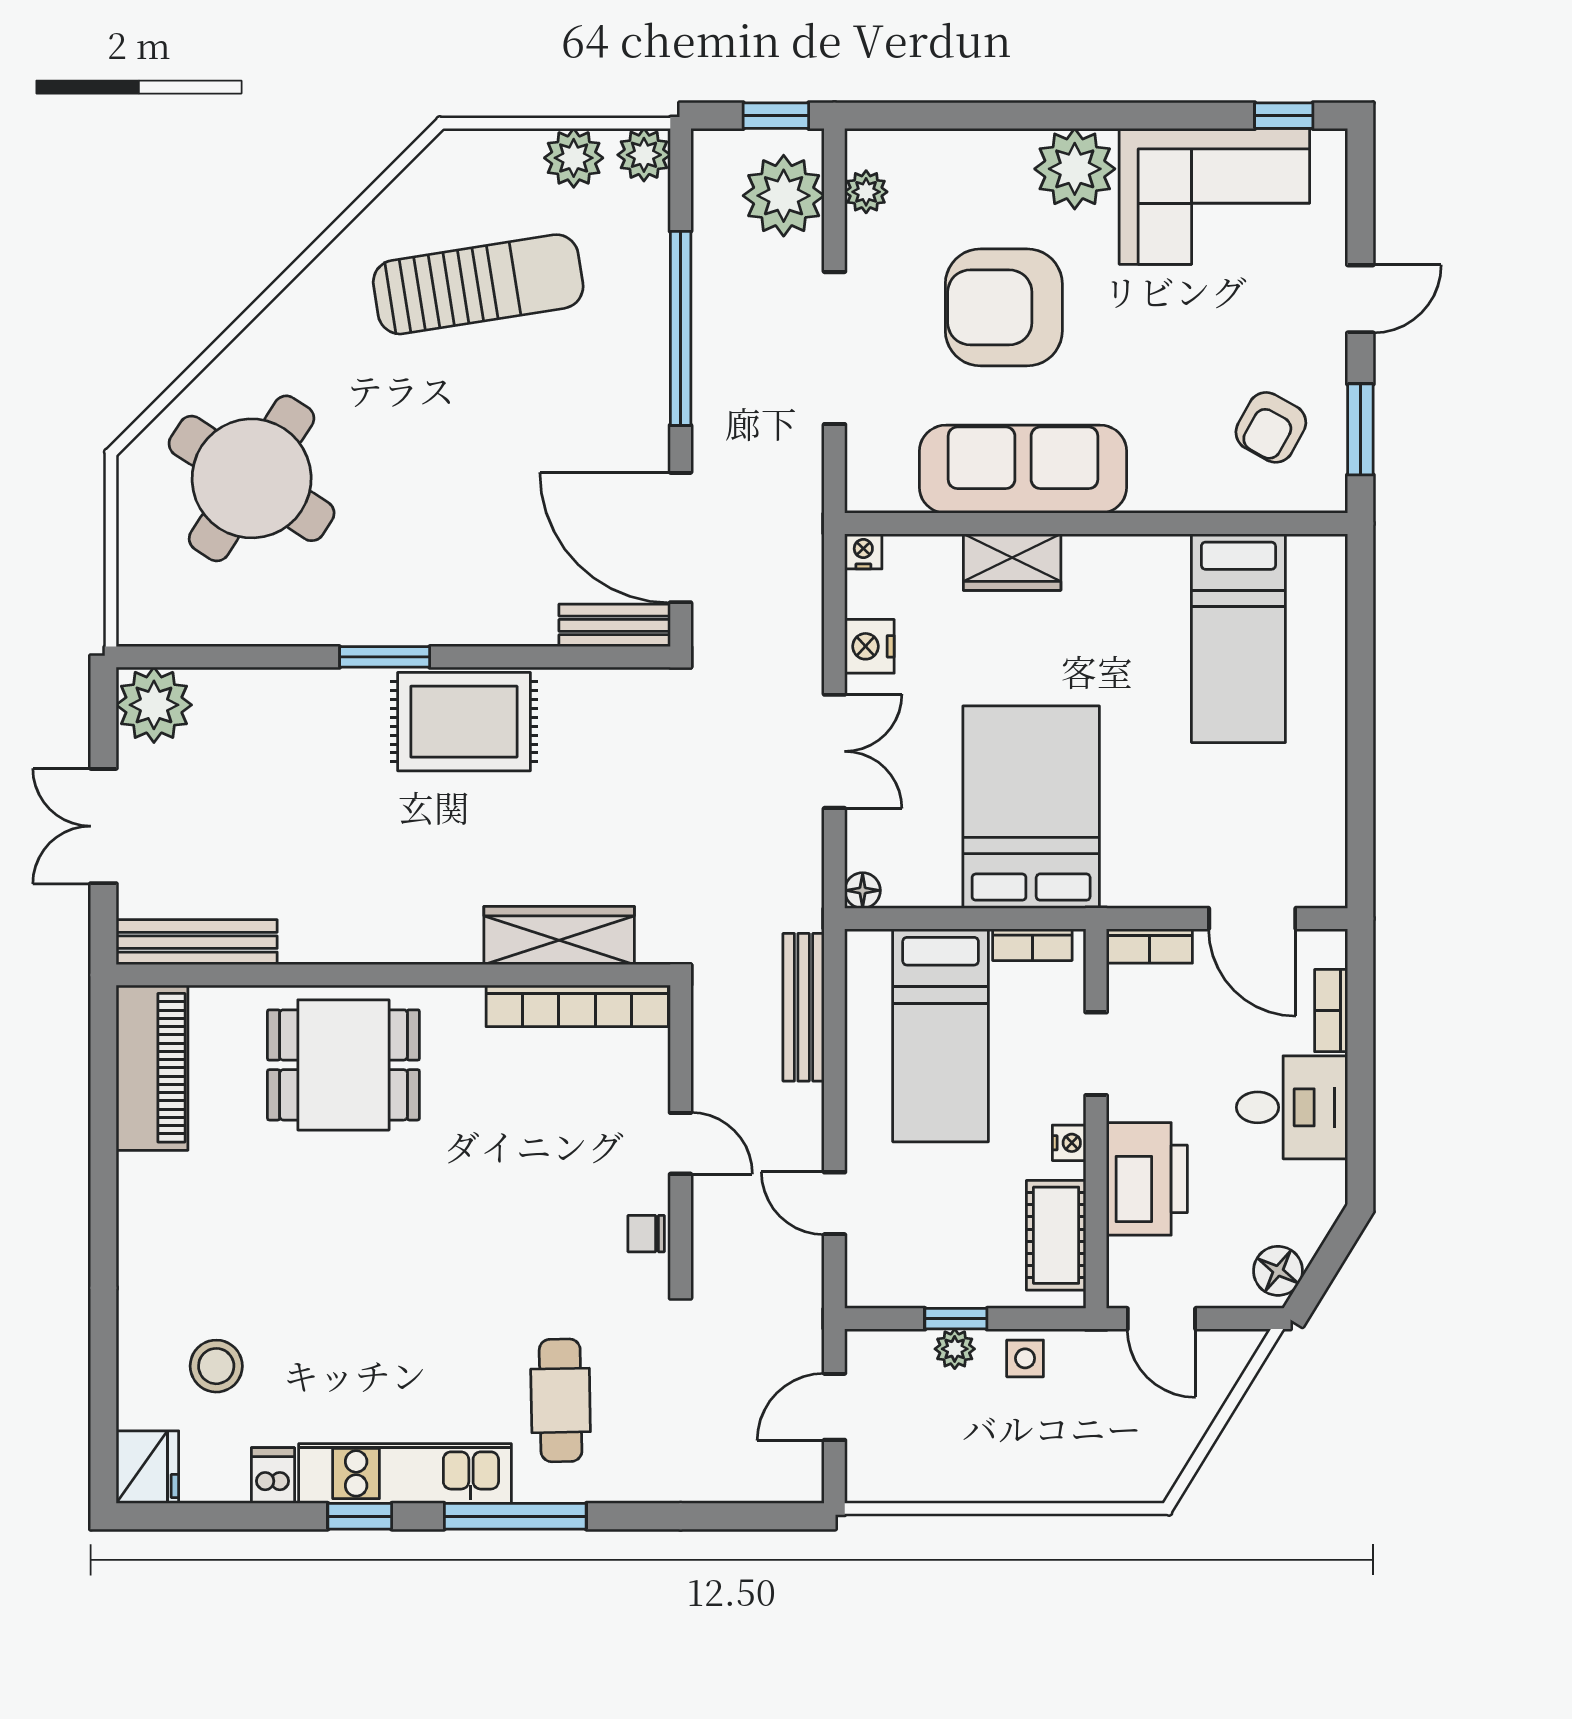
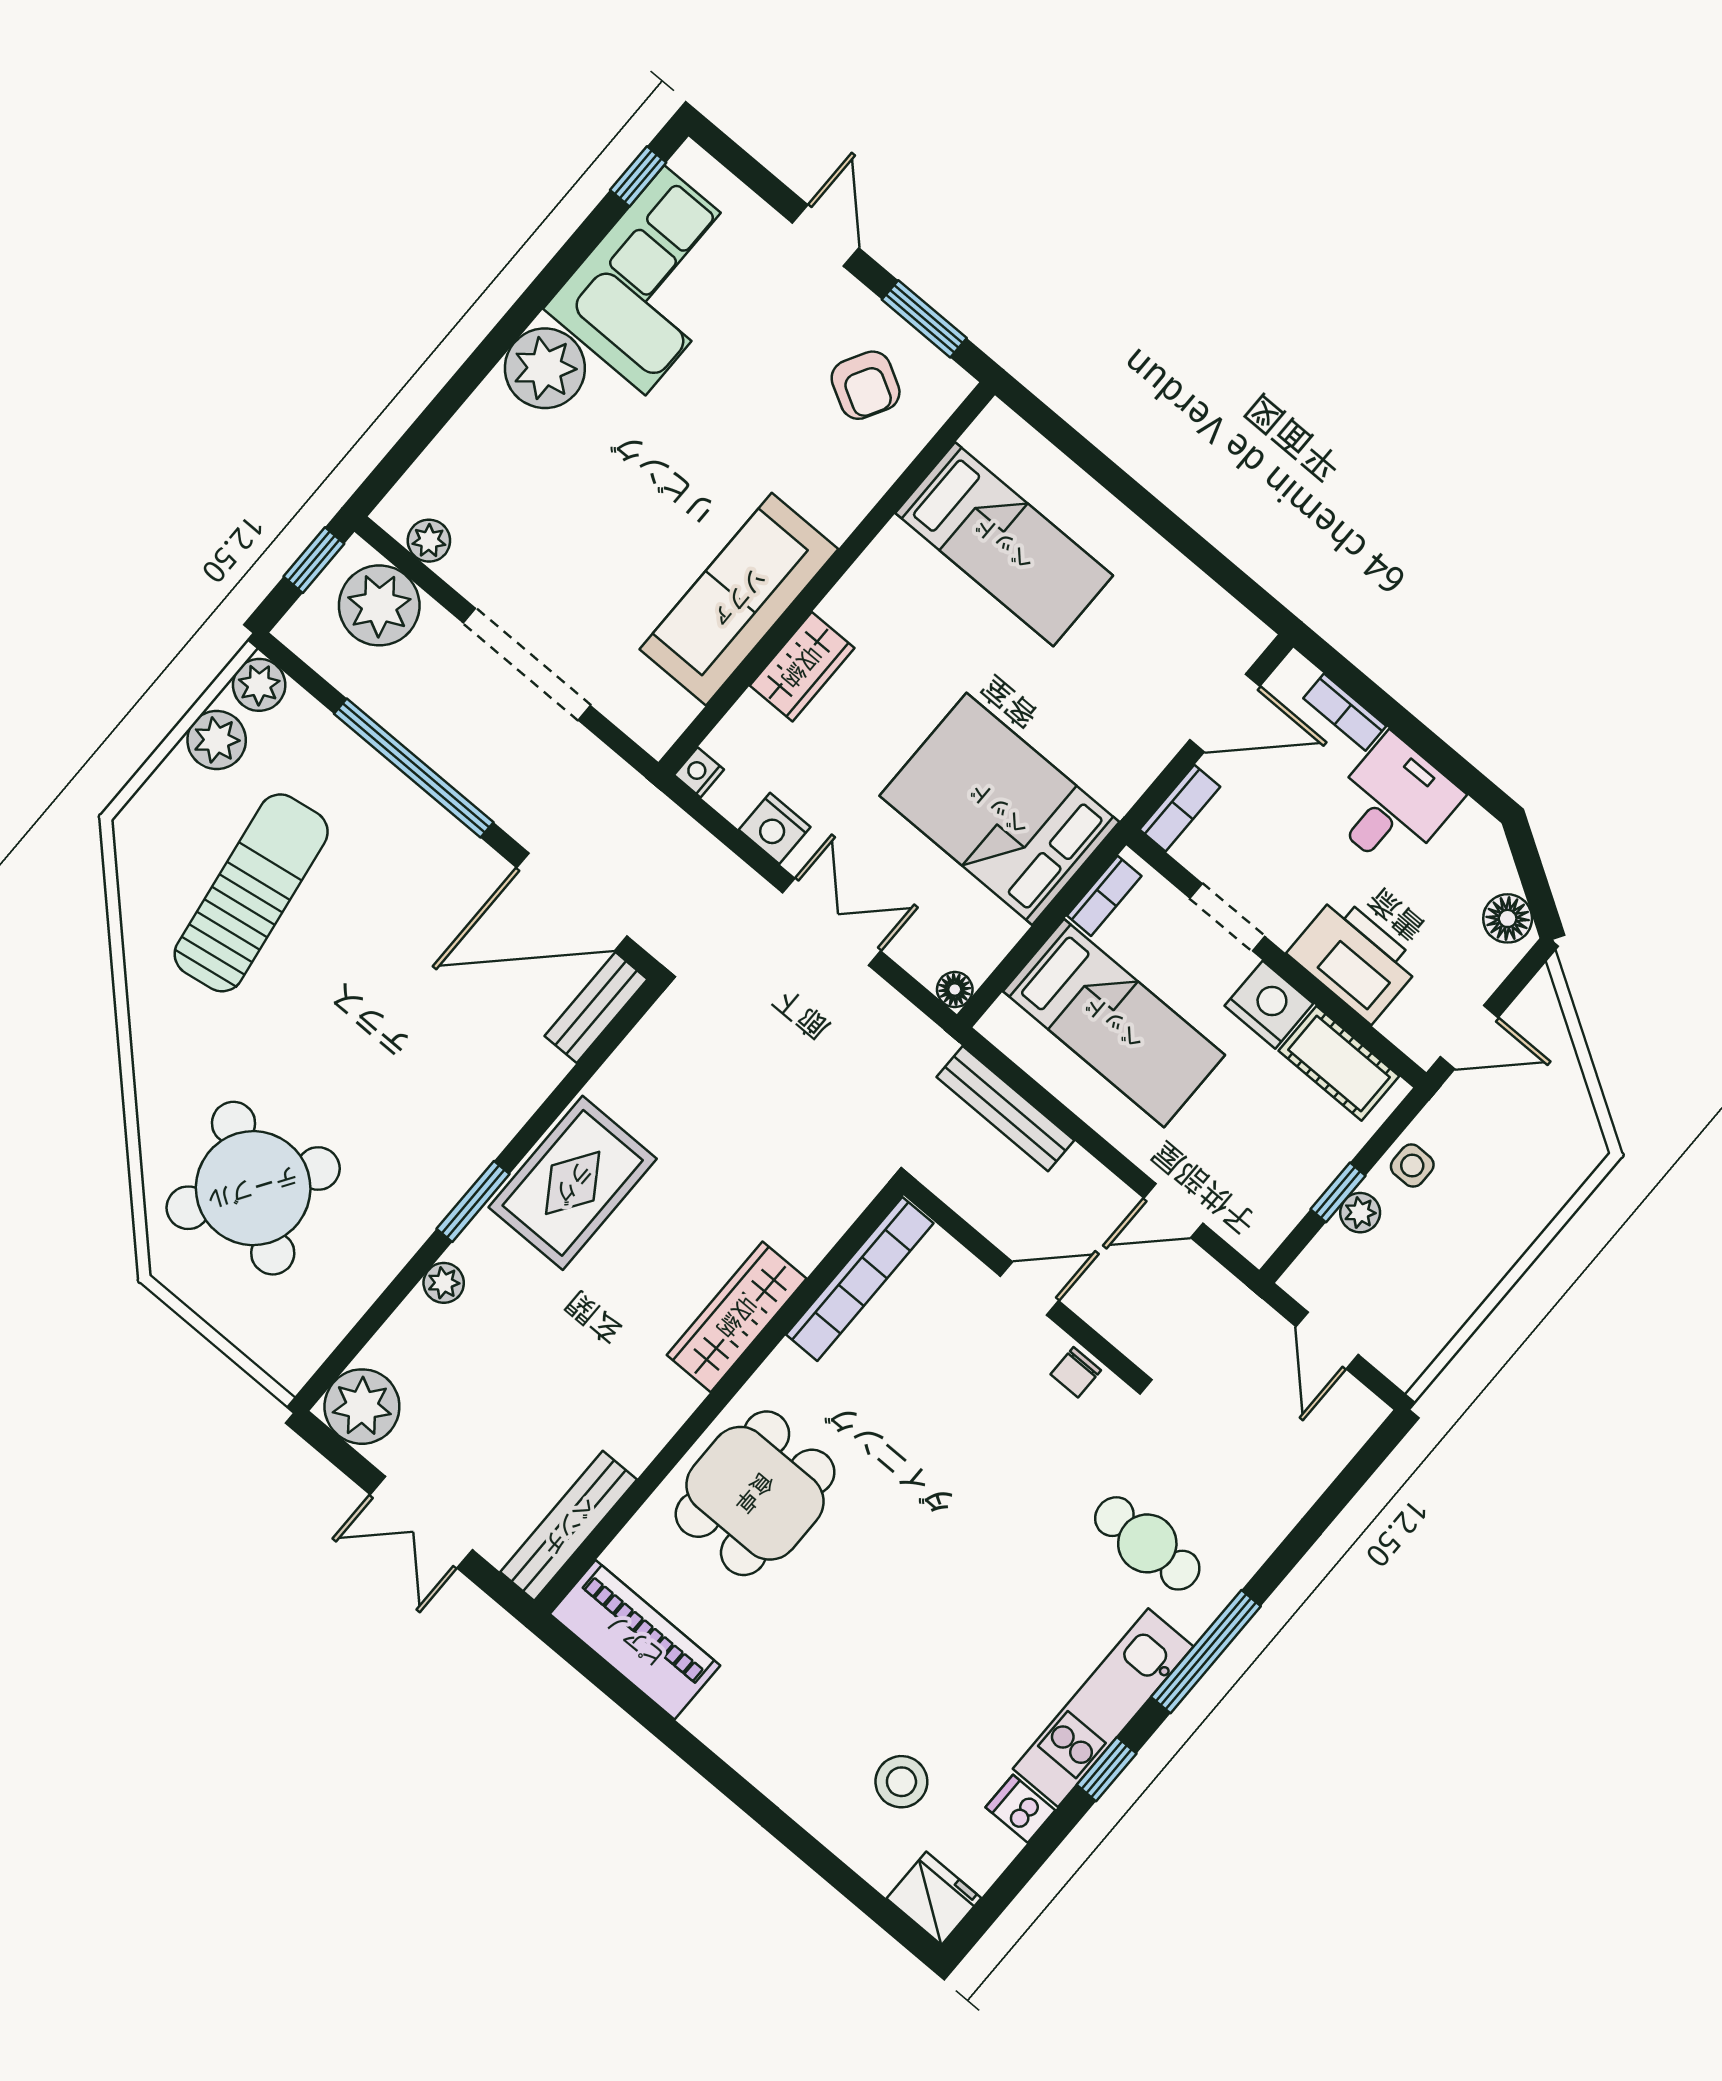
armchair: (1004, 307) -> (604, 510), removed
plant: (303, 687) -> (444, 1283), added
wardrobe: (559, 936) -> (737, 1317), moved
nightstand: (1069, 1143) -> (1269, 1005), width x1.89, depth x1.79

